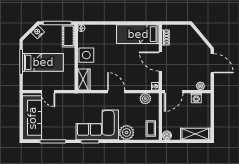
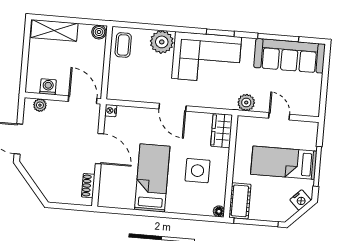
nightstand: (38, 32) -> (300, 200), moved
bed: (138, 34) -> (152, 178), moved, turned -90
side table: (86, 55) -> (197, 171), moved
door: (174, 92) -> (83, 100), hinge flipped
plant: (145, 99) -> (246, 103), moved
sofa: (32, 118) -> (290, 56), moved, turned -90

